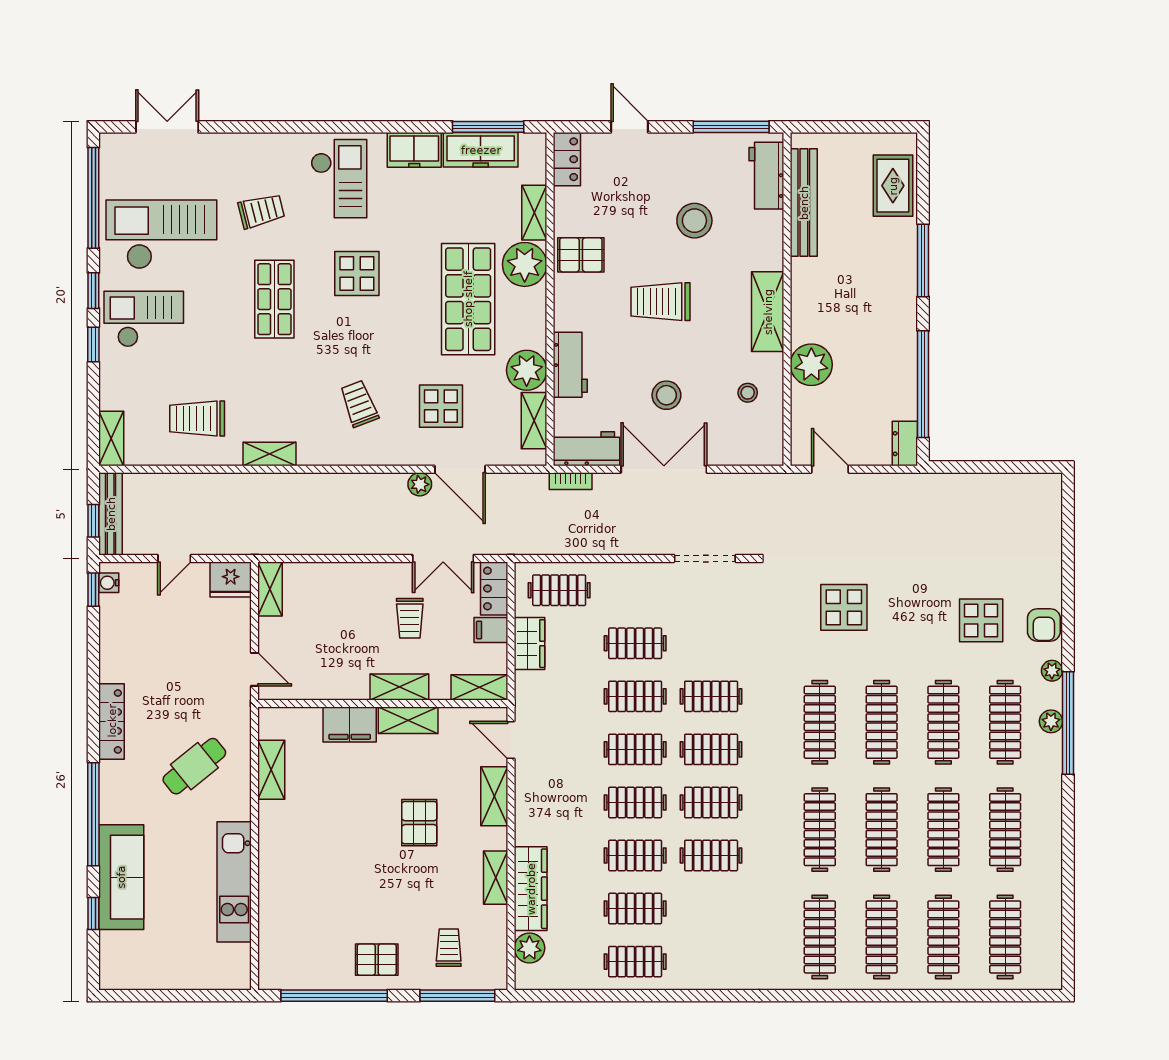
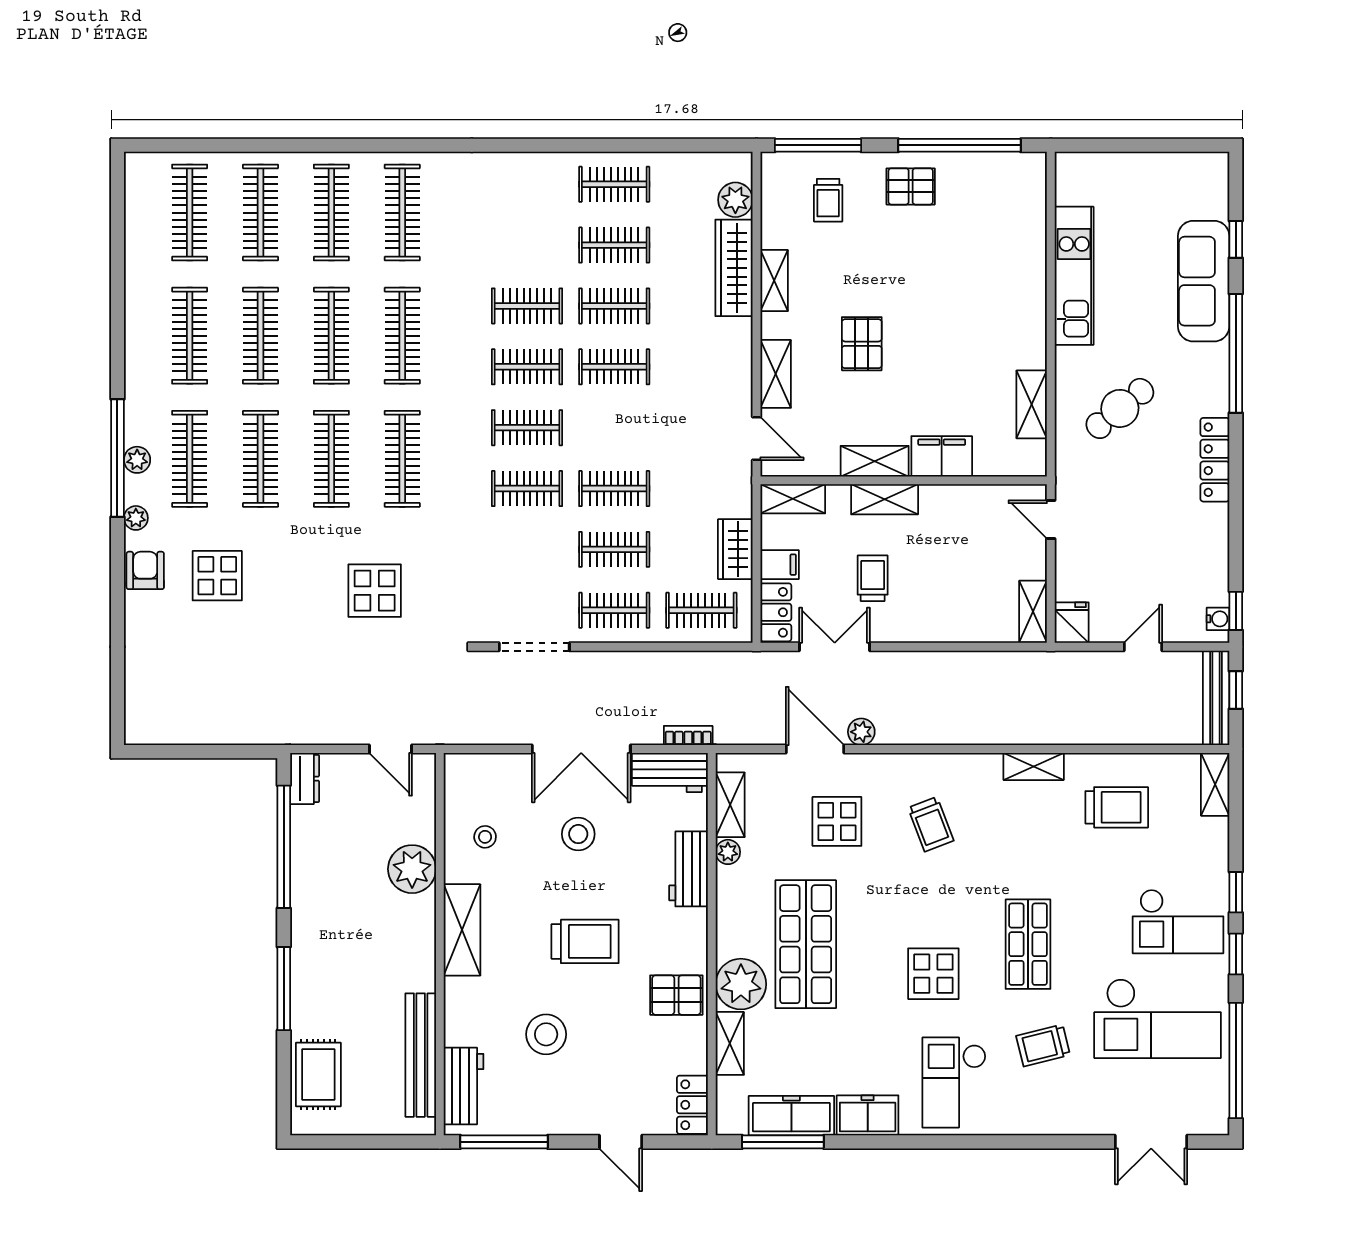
plant: (527, 370) -> (728, 852), width x0.53, depth x0.53
fridge: (231, 579) -> (1072, 623), width x0.72
clothes rail: (635, 749) -> (614, 610), moved

